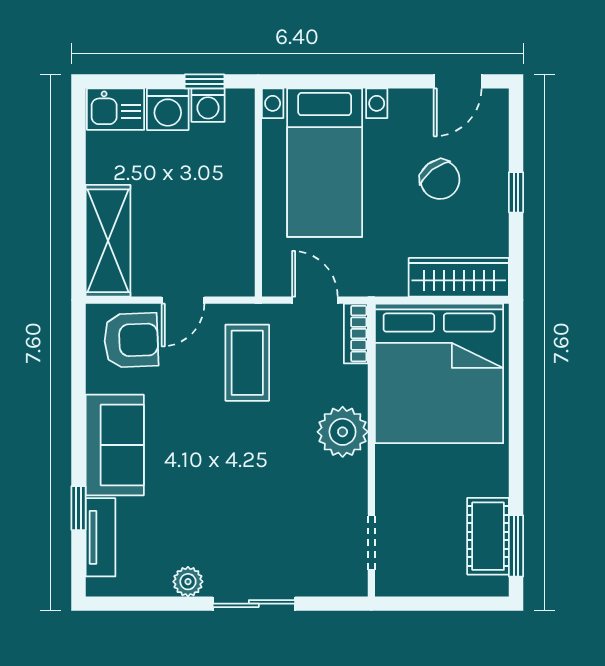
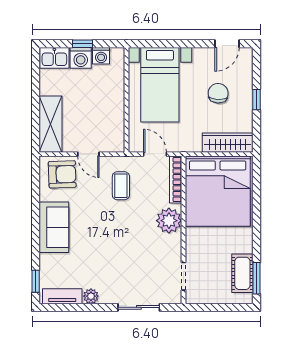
window: (204, 81) -> (82, 44), moved
chair: (440, 179) -> (218, 93), turned -139
door: (183, 300) -> (88, 154), hinge flipped
bookcase: (356, 334) -> (176, 180), width x1.56
coffee table: (247, 363) -> (121, 186), width x0.73, depth x0.77
window: (78, 508) -> (36, 281), moved
tv unit: (100, 537) -> (62, 296), moved, turned -90
sliding door: (254, 604) -> (139, 307), moved

